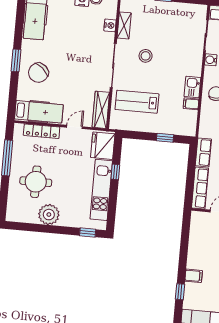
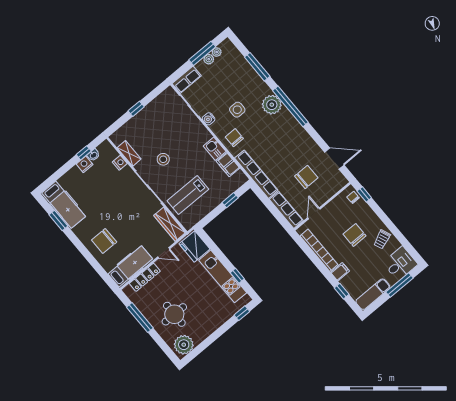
window: (16, 60) -> (58, 220), moved
chair: (38, 73) -> (104, 241), turned 49
filing cabinet: (191, 104) -> (228, 165), width x2.00
door: (74, 127) -> (164, 253), swing flipped
row of seats: (203, 152) -> (256, 174), width x2.02
window: (115, 172) -> (237, 276), moved
plant: (49, 215) -> (184, 345), moved
bookcase: (194, 243) -> (319, 250), added

